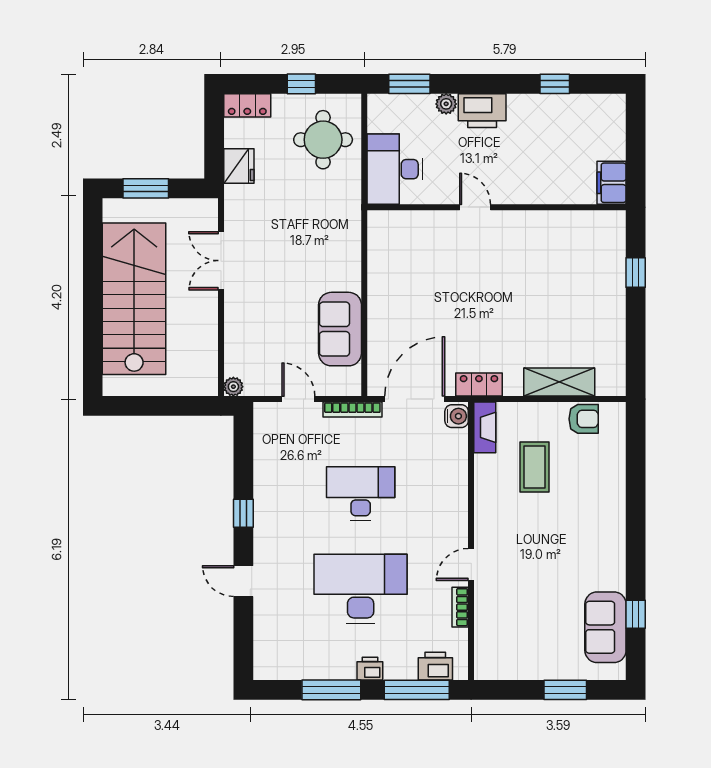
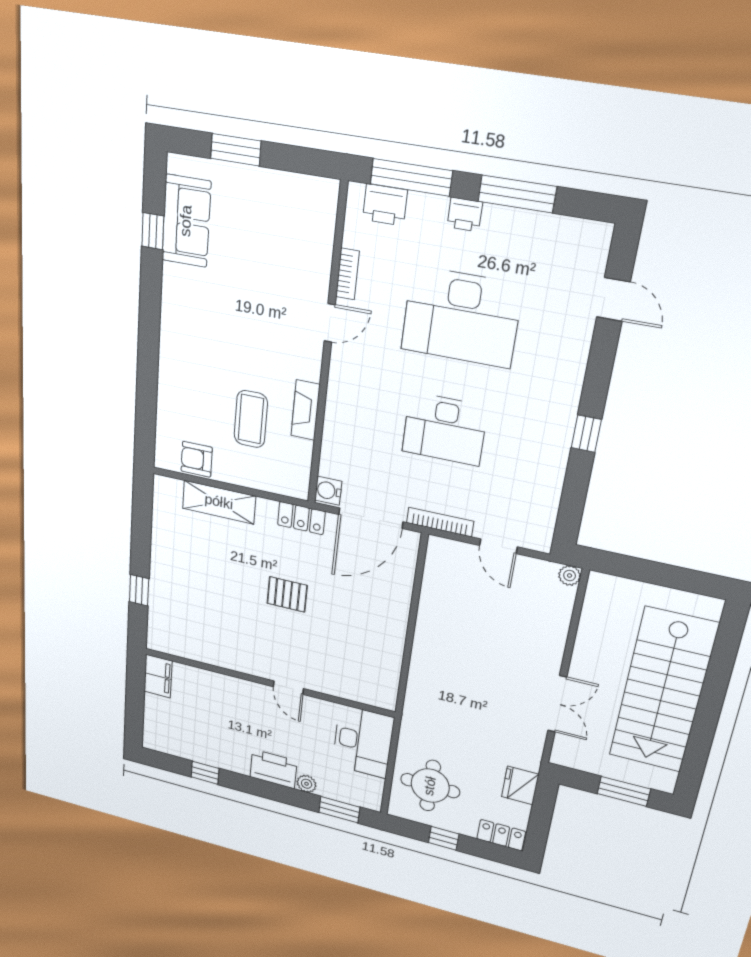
pallet: (485, 306) -> (287, 594), added
sofa: (340, 329) -> (441, 607), removed
fireplace: (485, 427) -> (306, 410), moved
door: (243, 581) -> (613, 299), moved

